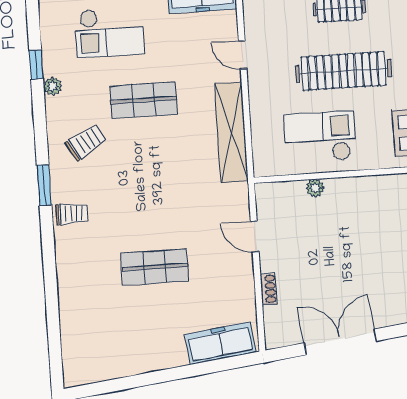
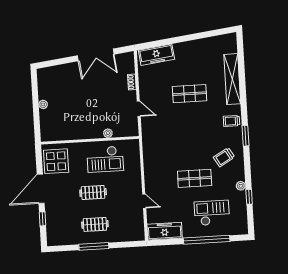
clothes rail: (343, 71) -> (93, 192), width x0.54, depth x0.76
shelving: (231, 132) -> (232, 79), moved

